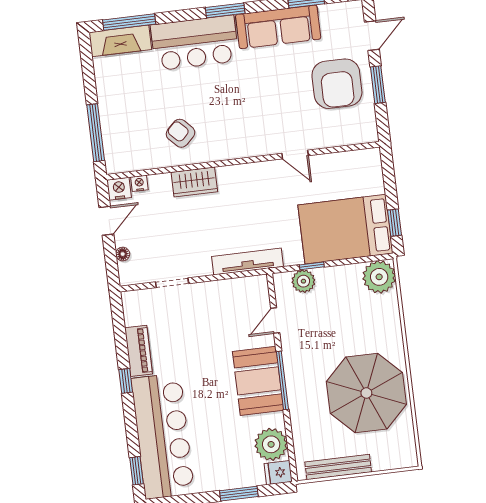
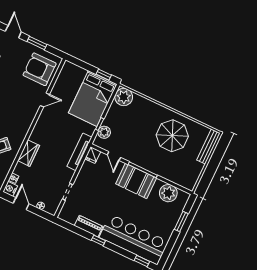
armchair: (337, 84) -> (40, 69), moved, turned 180
parasol: (366, 393) -> (172, 136), width x0.73, depth x0.73
bench: (338, 467) -> (208, 147), moved
fridge: (278, 473) -> (93, 155), moved

